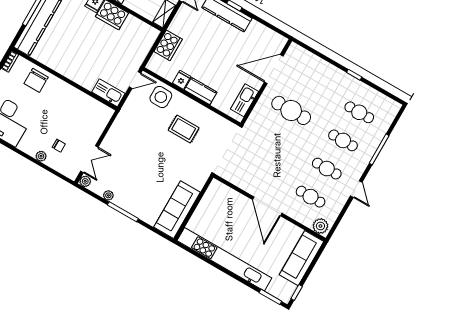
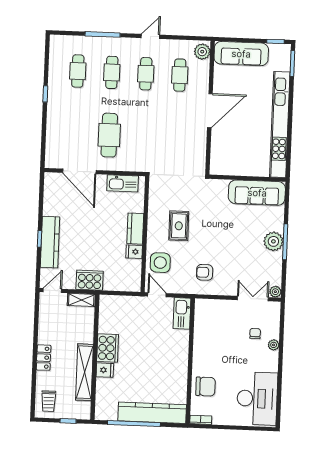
cooker: (168, 45) -> (90, 280), moved
armchair: (133, 130) -> (205, 272), added
plant: (108, 195) -> (273, 241), moved, width x1.88, depth x1.88

